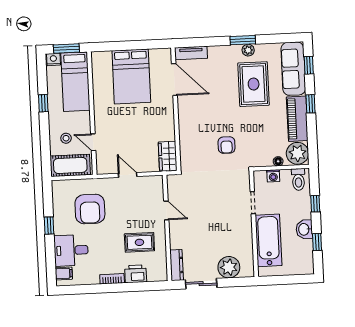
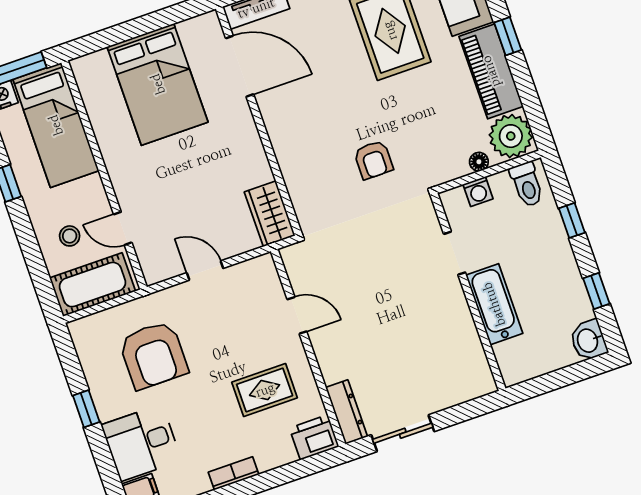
washbasin: (304, 229) -> (588, 340), moved
bathtub: (269, 240) -> (494, 304), width x0.73, depth x0.73
plant: (229, 267) -> (446, 387), removed
printer: (136, 274) -> (314, 437), moved

